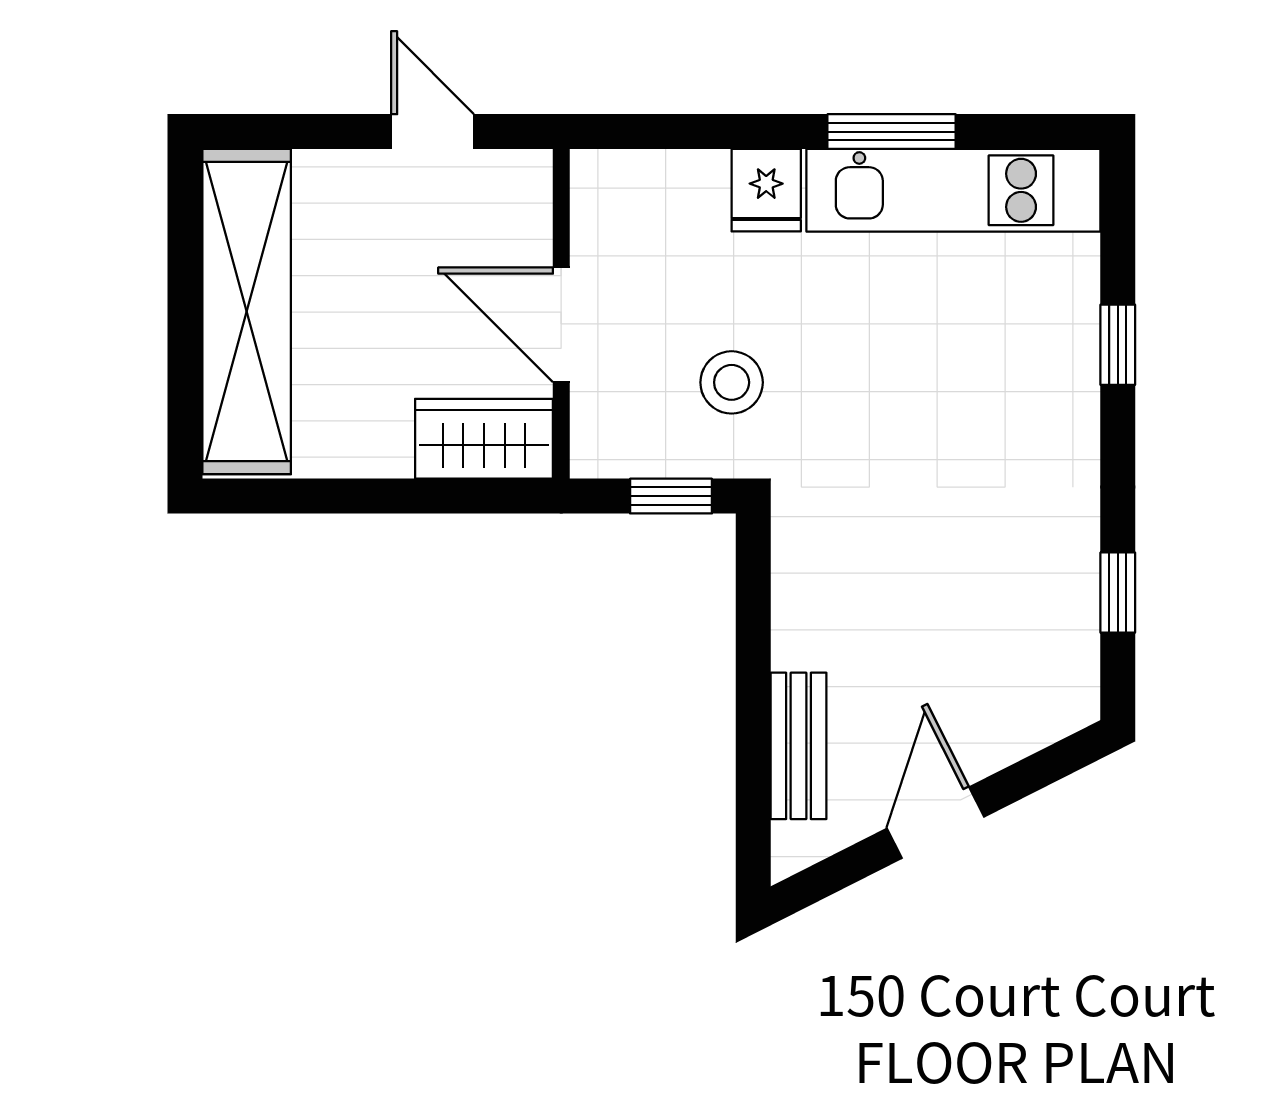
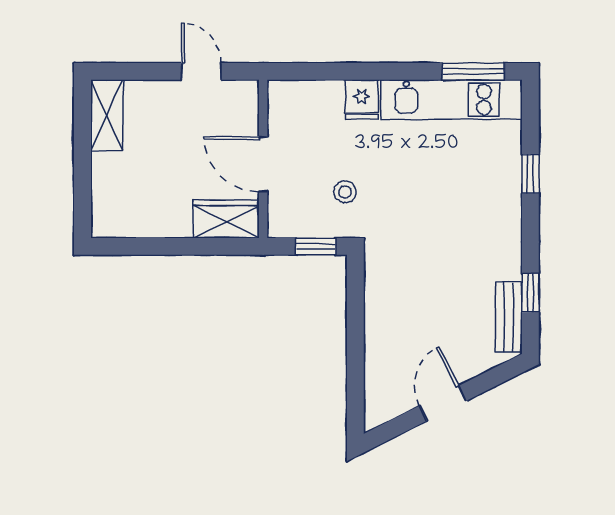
window: (892, 132) -> (473, 71), moved
shelving: (247, 312) -> (107, 115), width x0.45, depth x0.75
stool: (732, 382) -> (345, 192), width x0.73, depth x0.73
bench: (798, 746) -> (509, 317), moved

